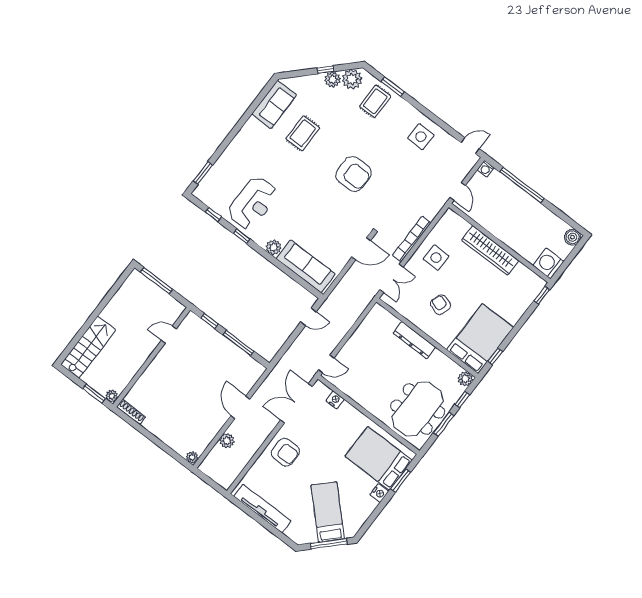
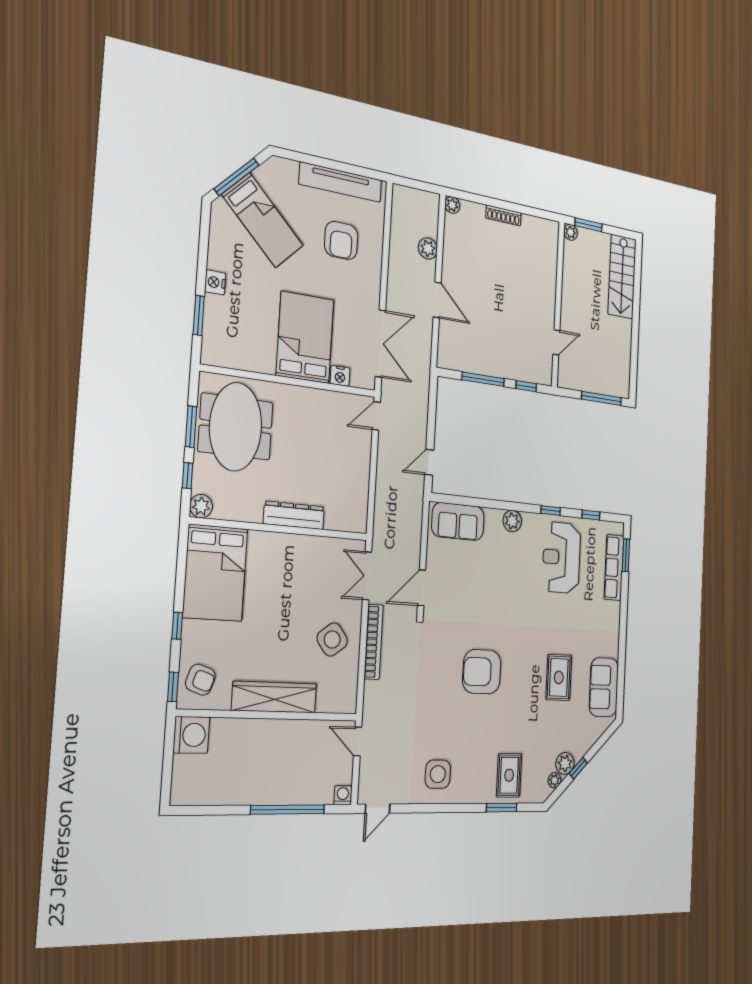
plant: (352, 79) -> (554, 780), width x0.53, depth x0.53
row of seats: (217, 171) -> (614, 567), added
boiler: (572, 237) -> (182, 793), removed
side table: (436, 258) -> (332, 640), turned -37
sofa: (306, 266) -> (458, 521), width x0.73
armchair: (440, 305) -> (200, 680), moved
window: (495, 356) -> (177, 626), moved
shoe rack: (131, 412) -> (503, 216), moved
armchair: (285, 452) -> (341, 240), moved, turned -90
bed: (379, 458) -> (305, 337), moved, turned -90

